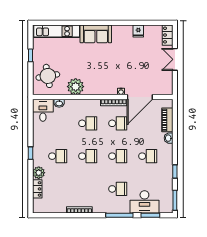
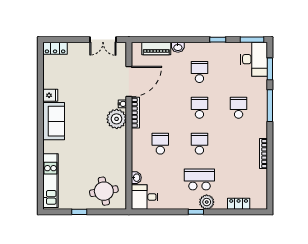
fridge: (138, 31) -> (50, 95), moved
sofa: (96, 34) -> (54, 121), moved
double door: (175, 59) -> (103, 40), moved
plant: (76, 87) -> (117, 119), moved
door: (140, 97) -> (129, 81), hinge flipped
school desk: (118, 123) -> (160, 108), removed
school desk: (58, 156) -> (199, 179), width x1.85
plant: (39, 173) -> (207, 202), moved
desk: (144, 202) -> (254, 59), moved

